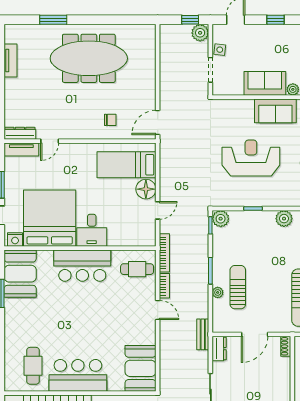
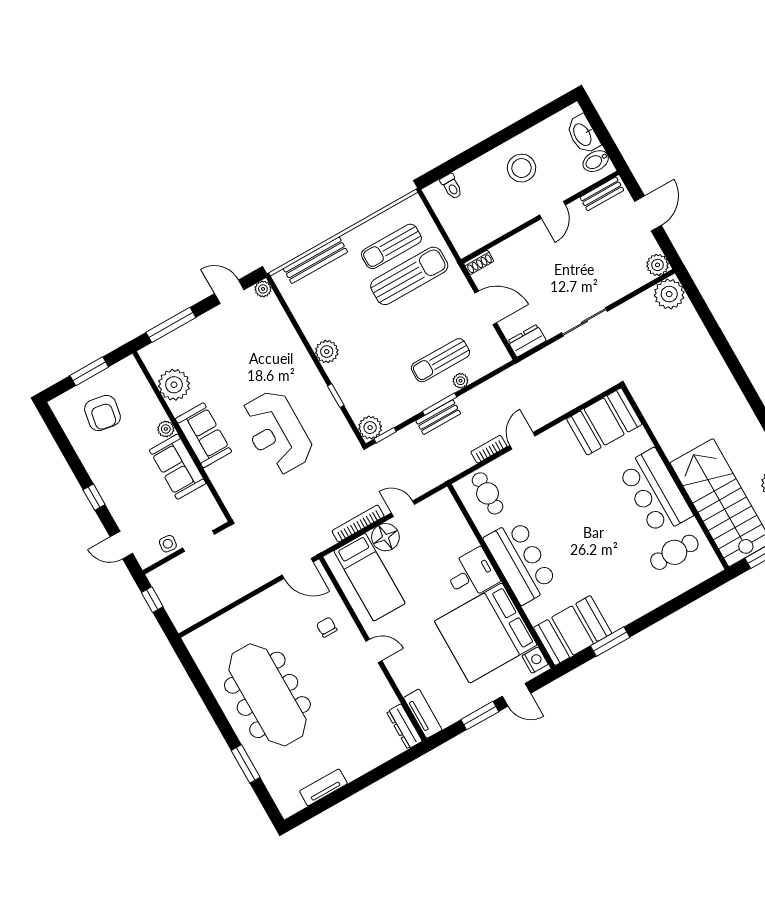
plant: (200, 33) -> (161, 579), removed
door: (50, 141) -> (374, 651), moved
bookcase: (164, 253) -> (358, 524), moved
bench: (203, 334) -> (438, 417), moved

